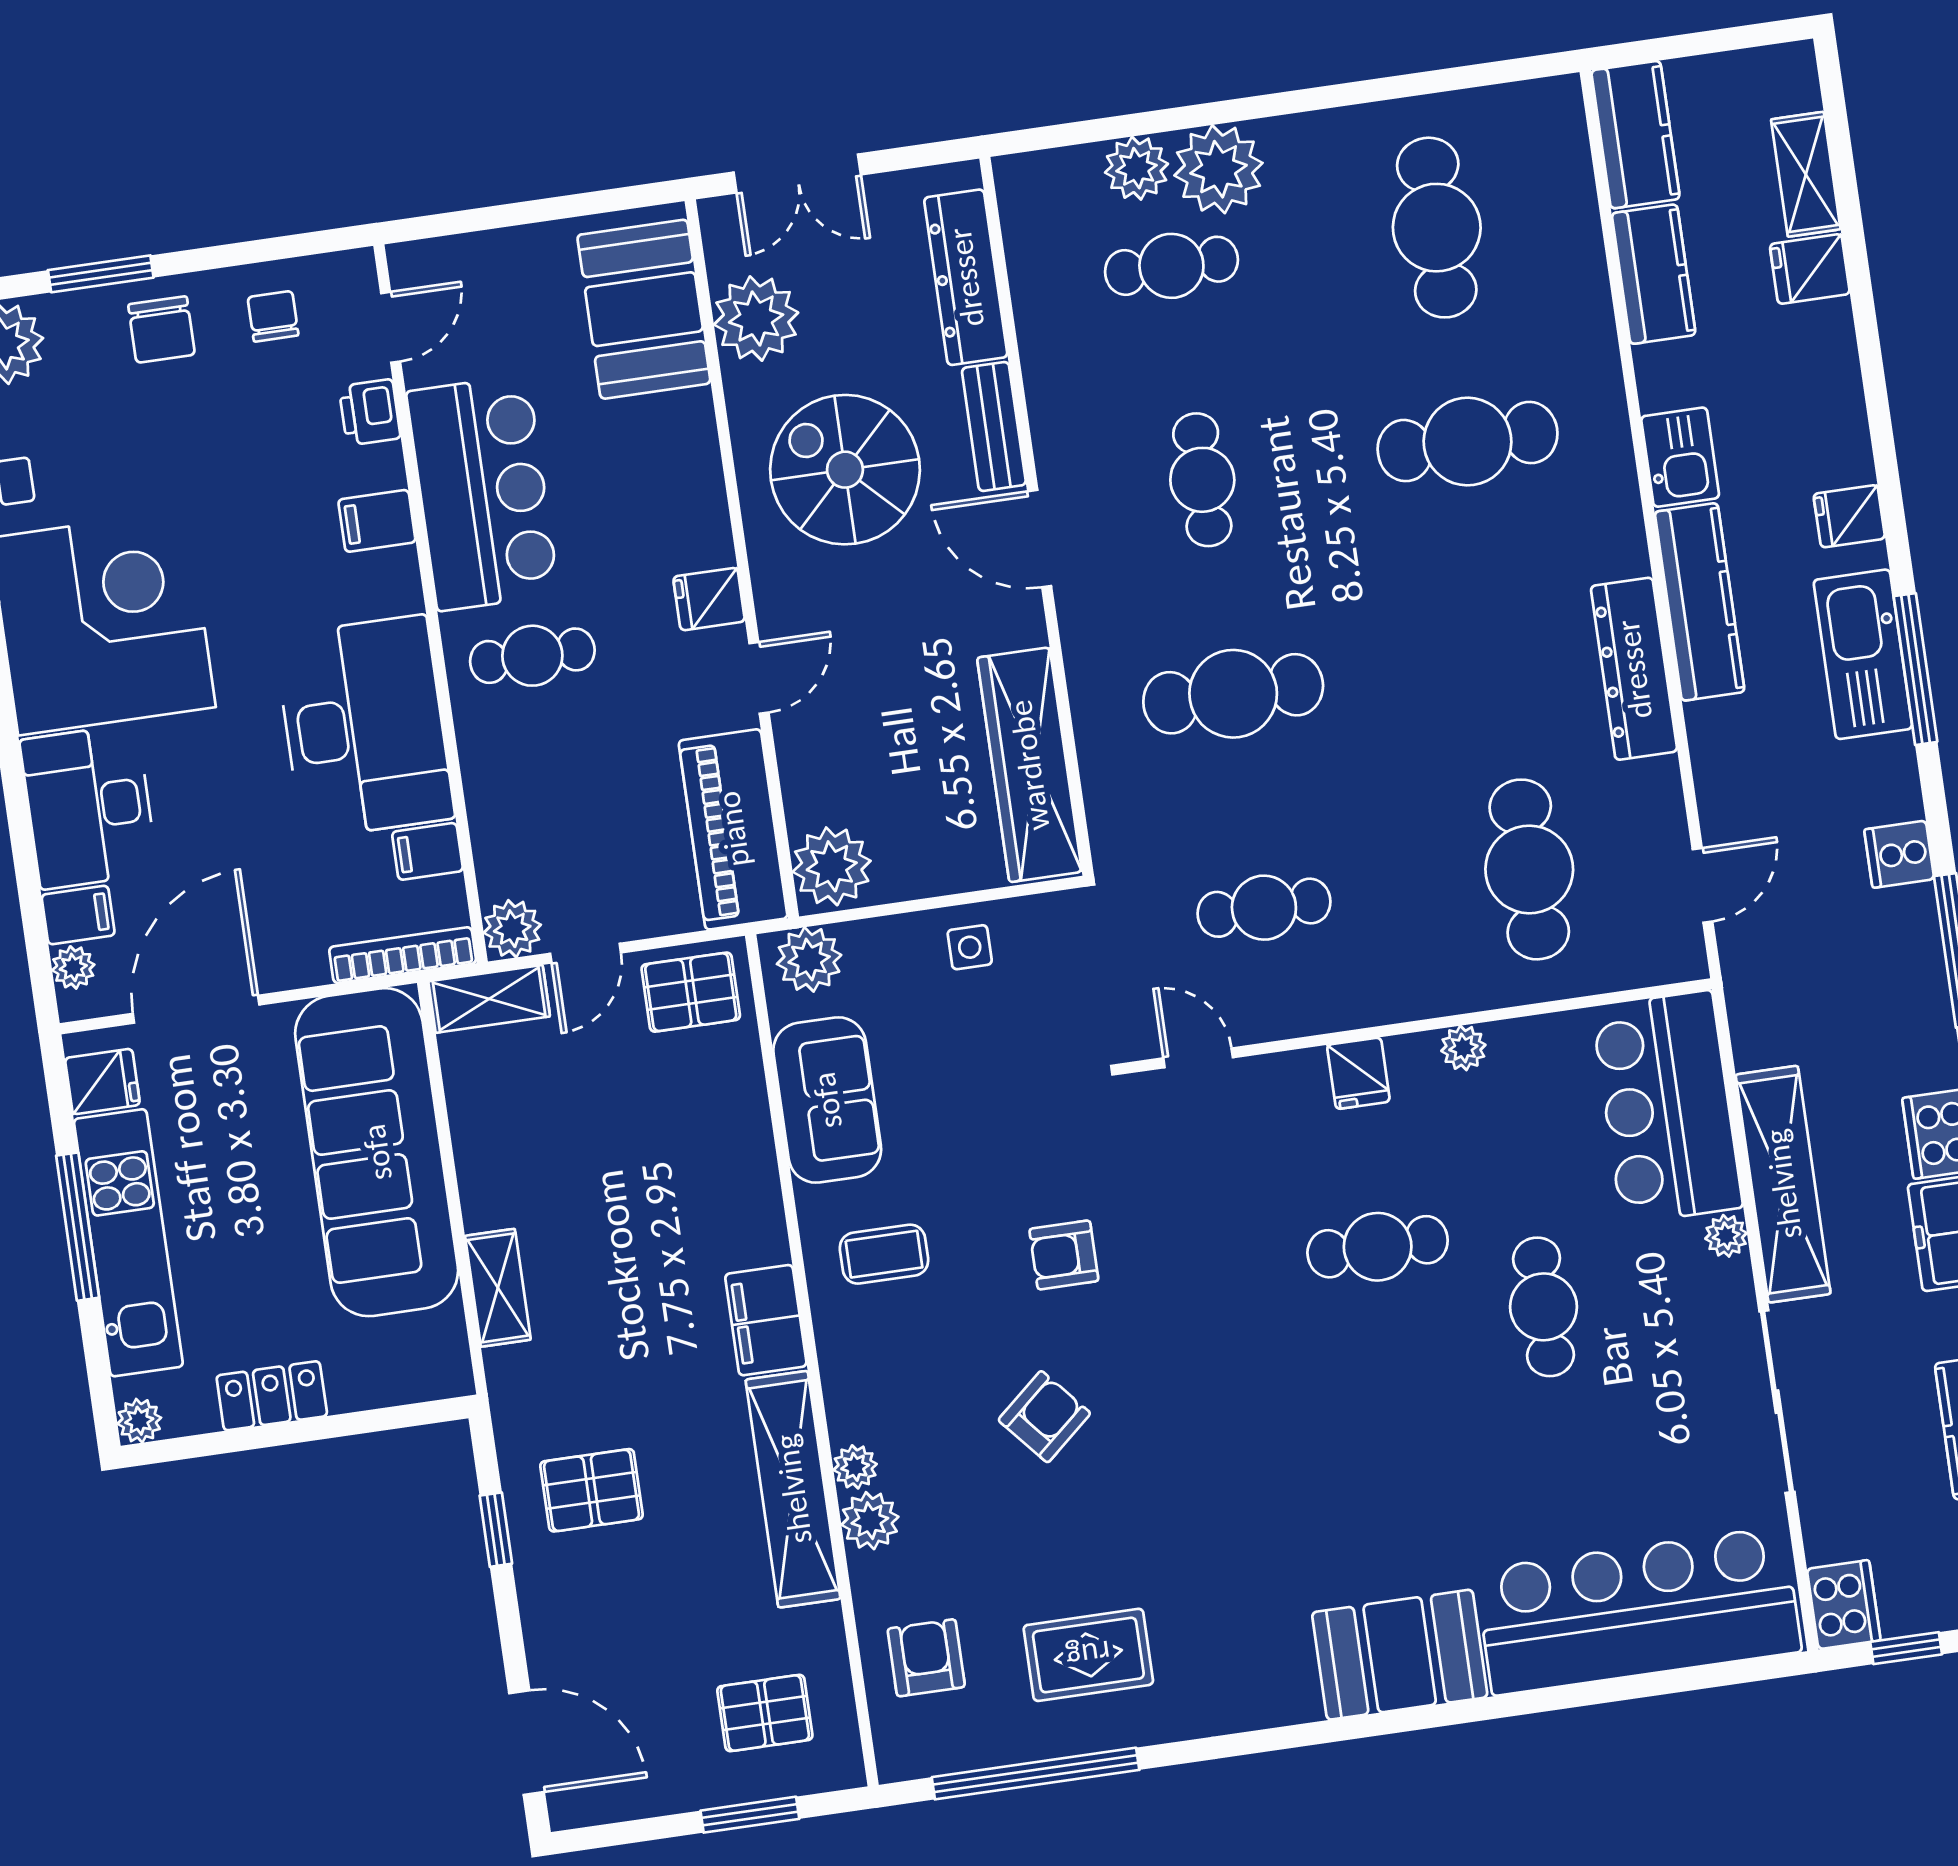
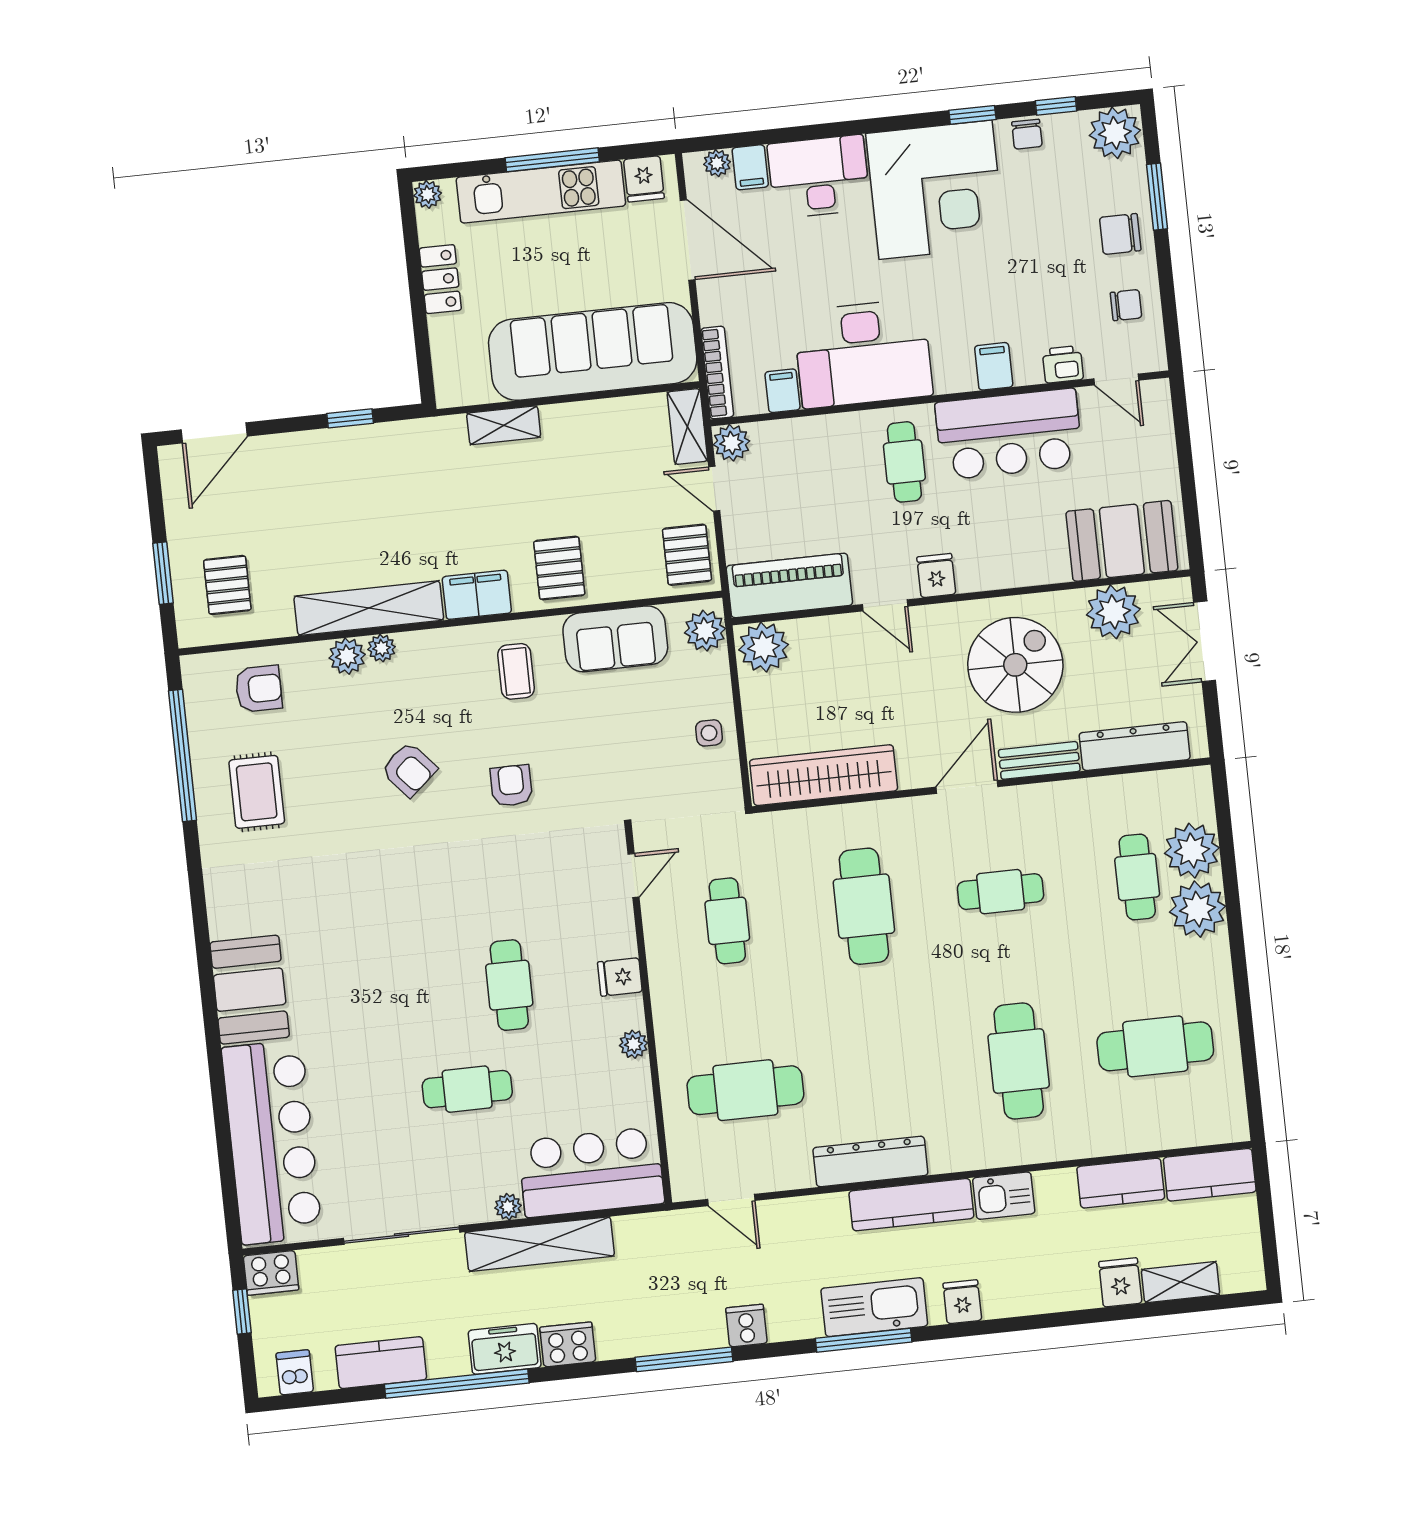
plant: (1137, 168) -> (1192, 851), width x1.36, depth x1.36
pallet: (592, 1490) -> (559, 568), moved

